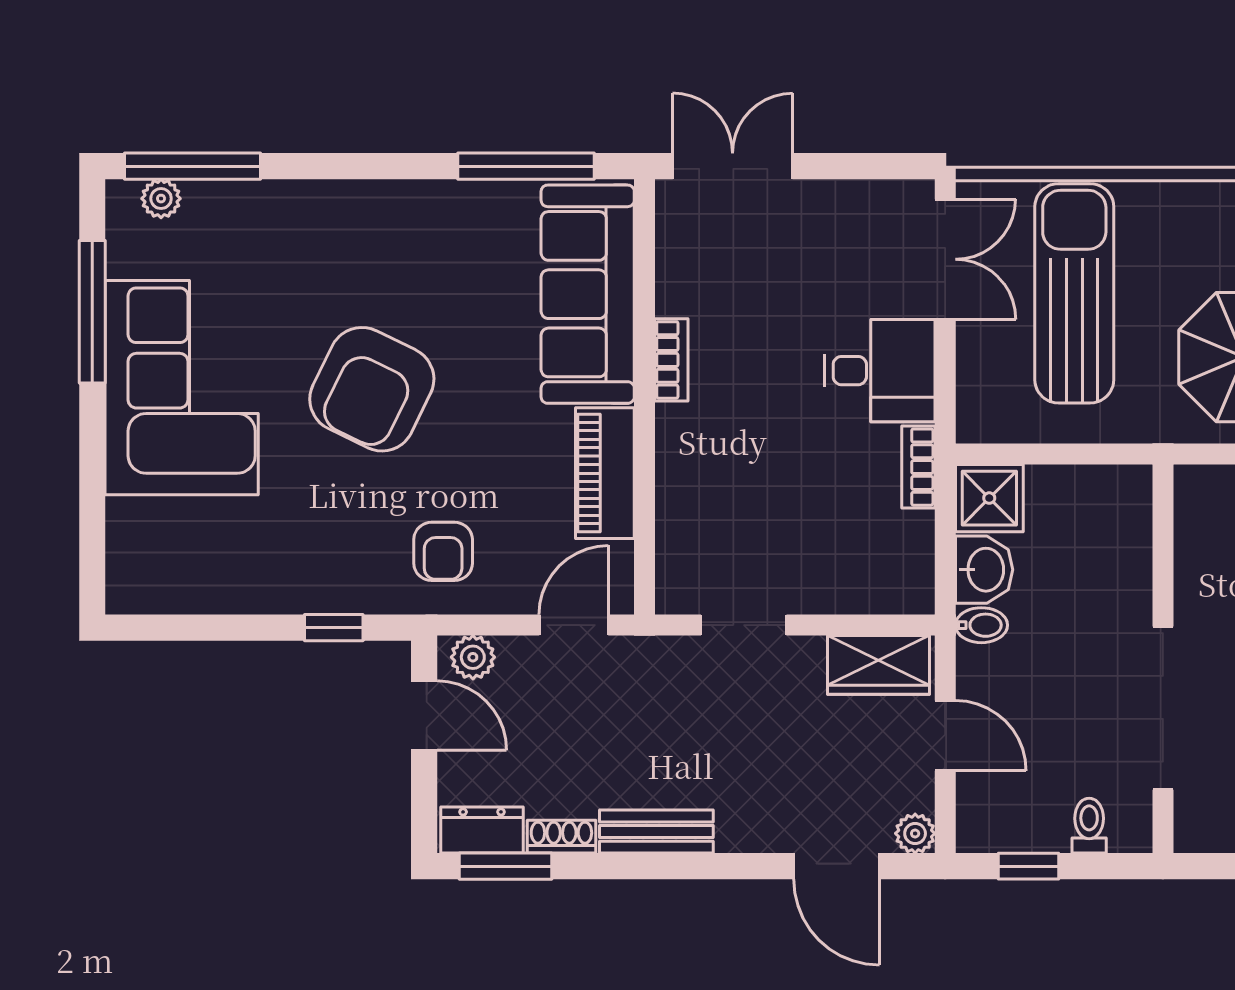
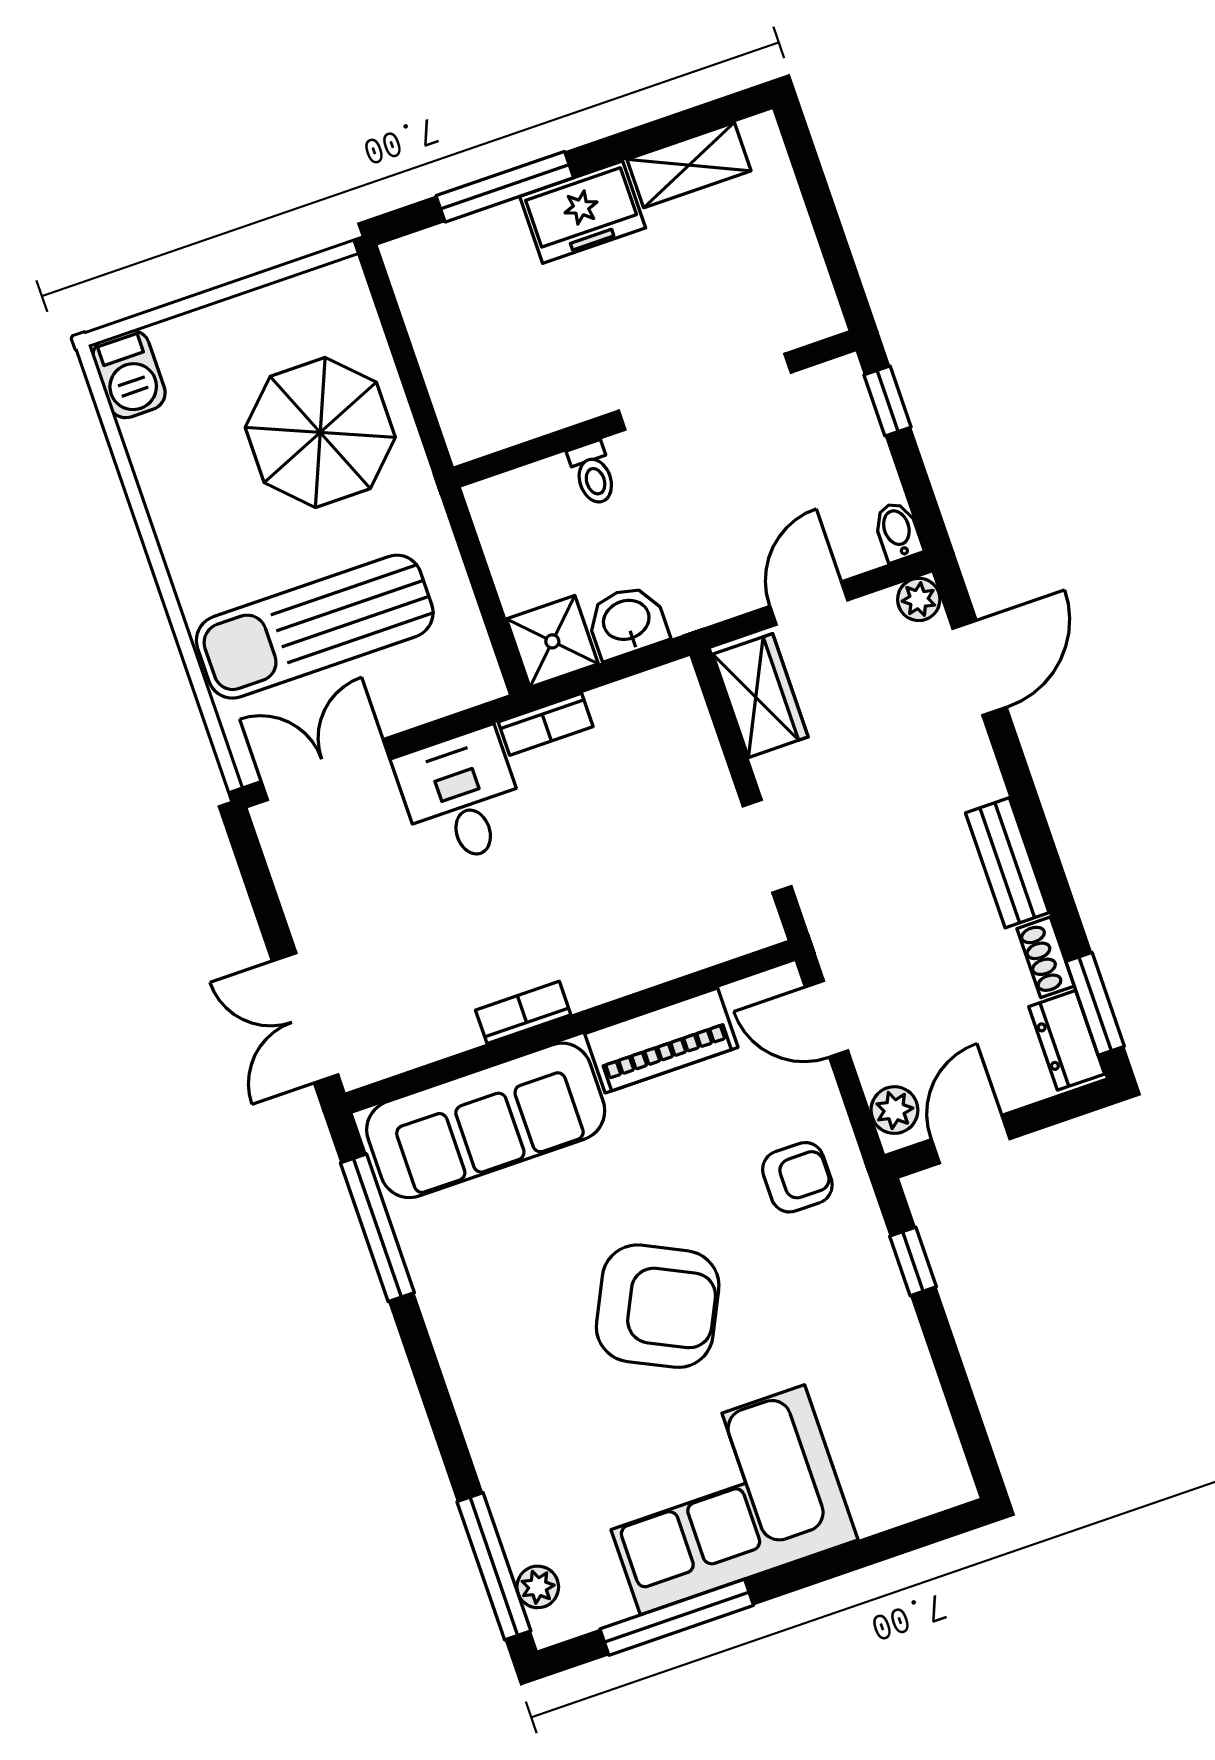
bidet: (981, 625) -> (898, 531), moved
toilet: (1089, 826) -> (593, 473), moved, turned -90
window: (1028, 866) -> (888, 401), moved

